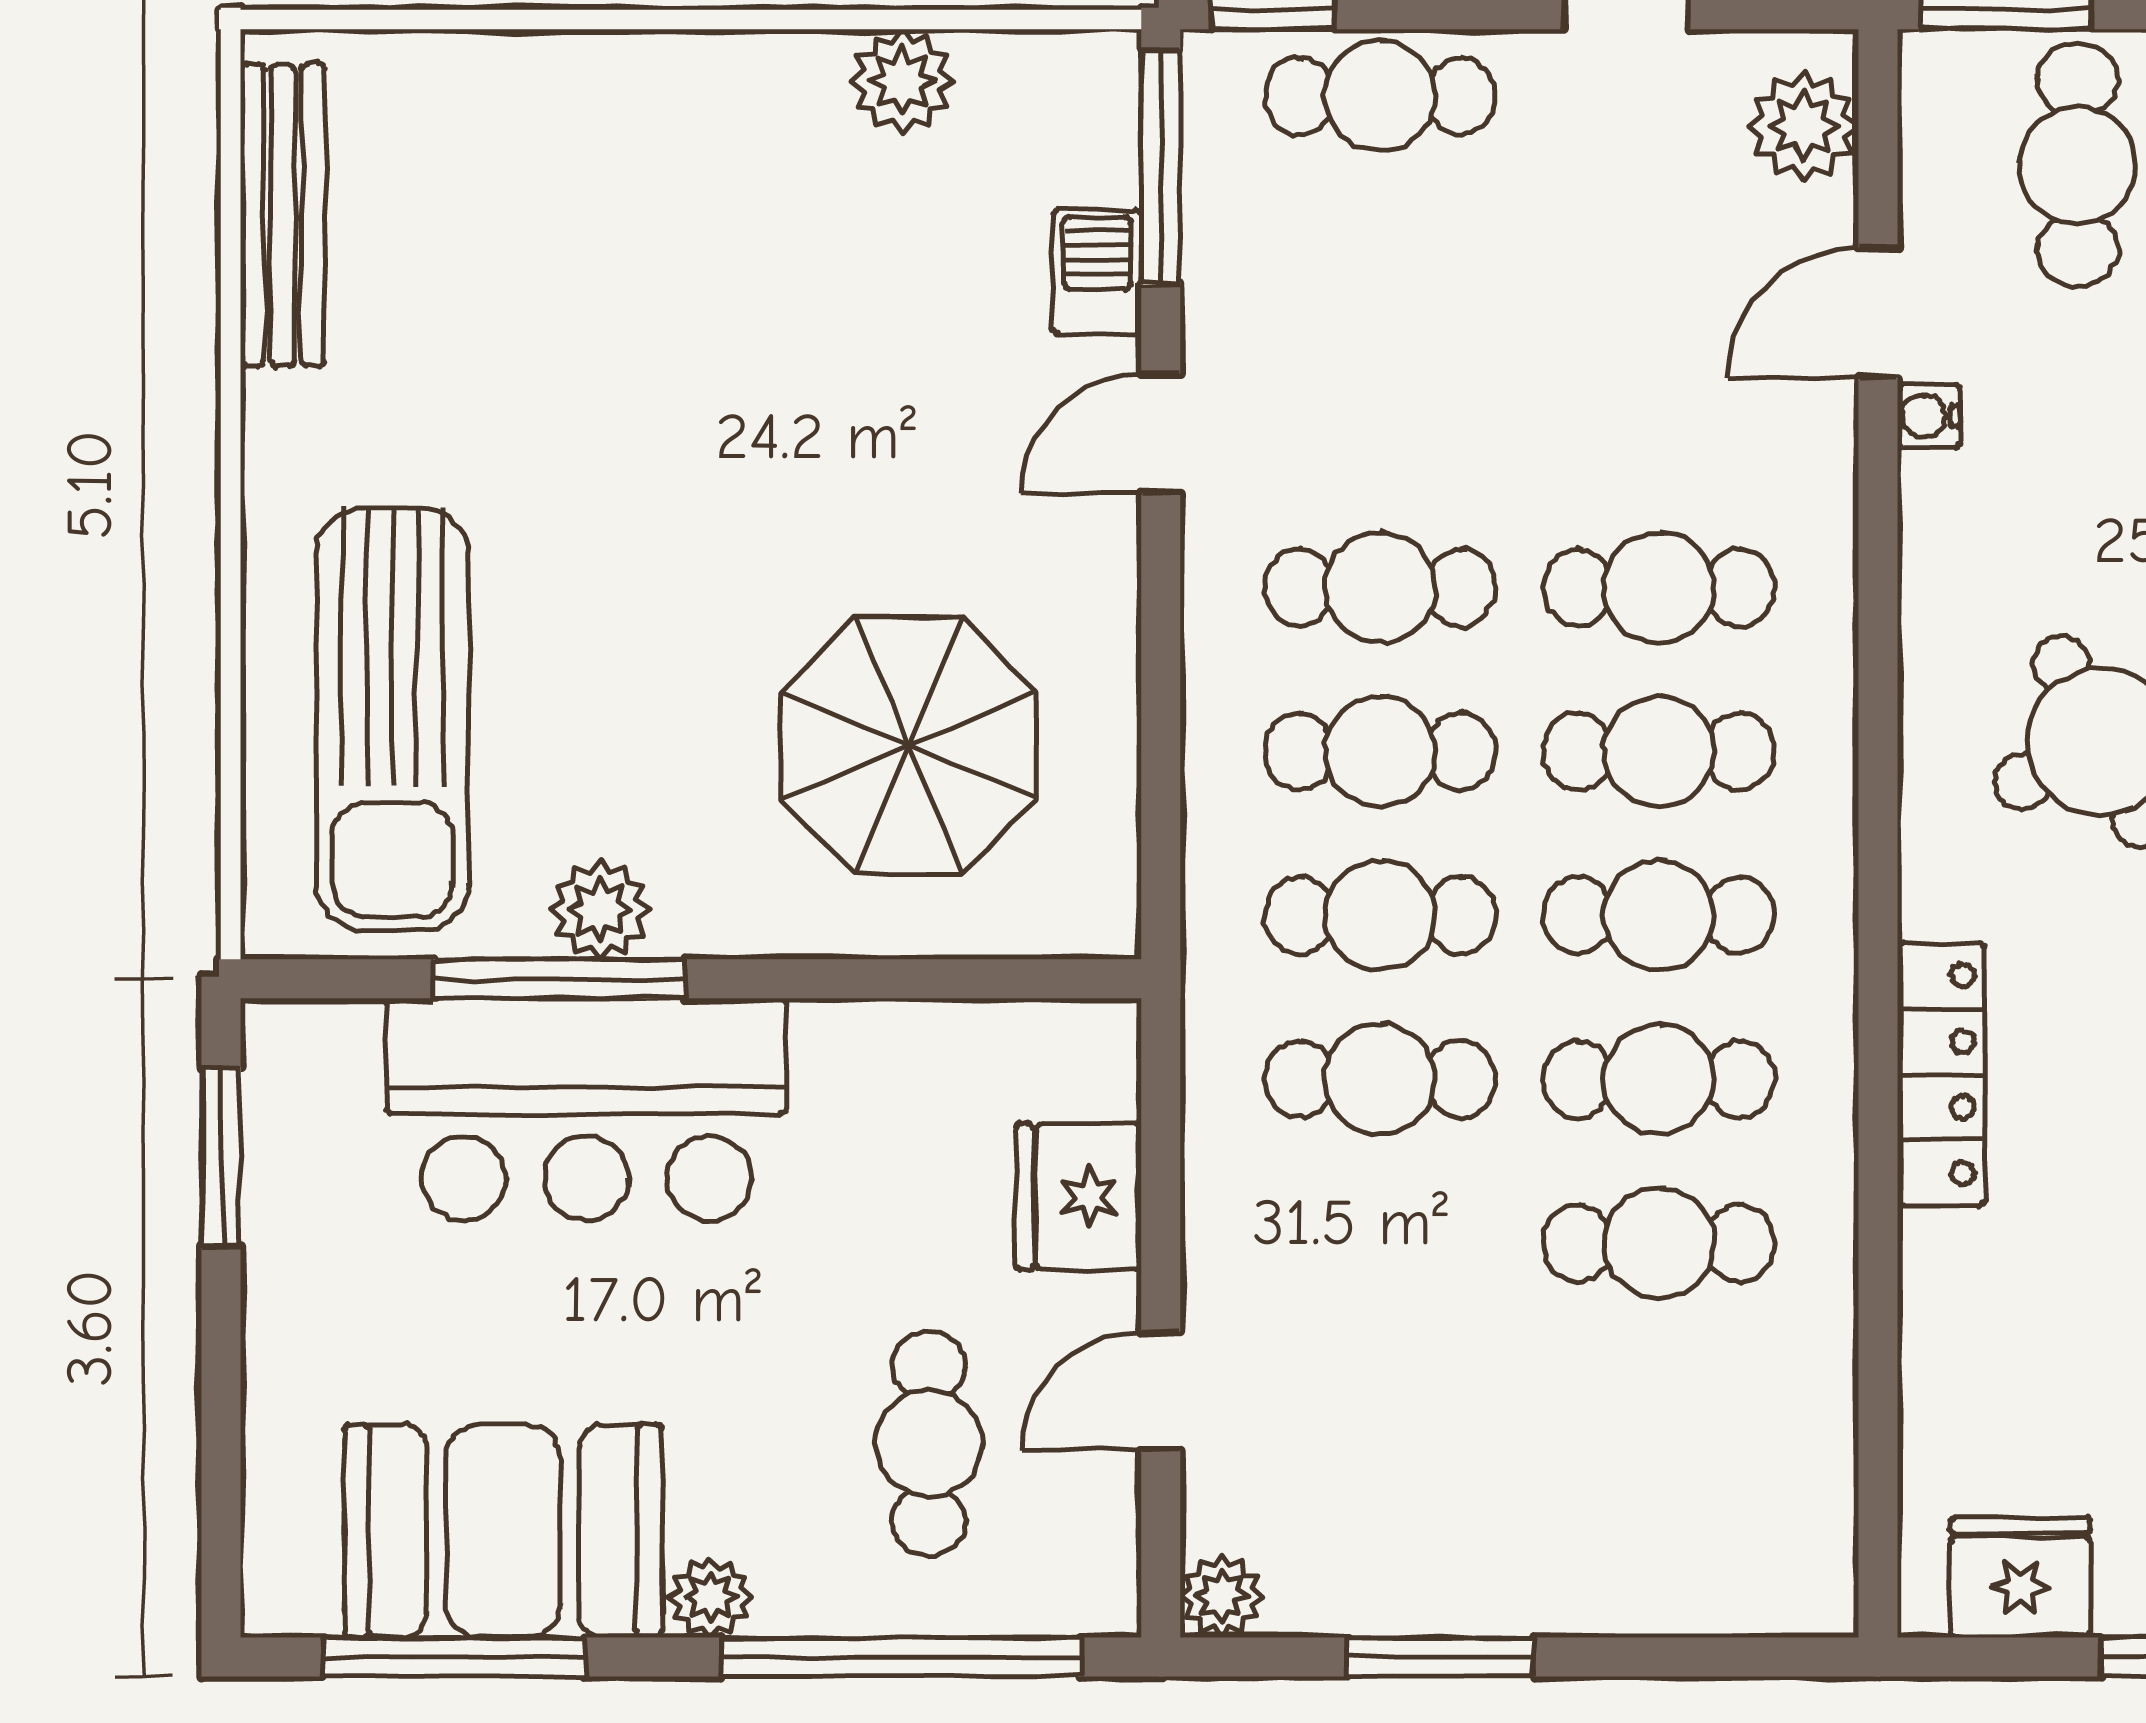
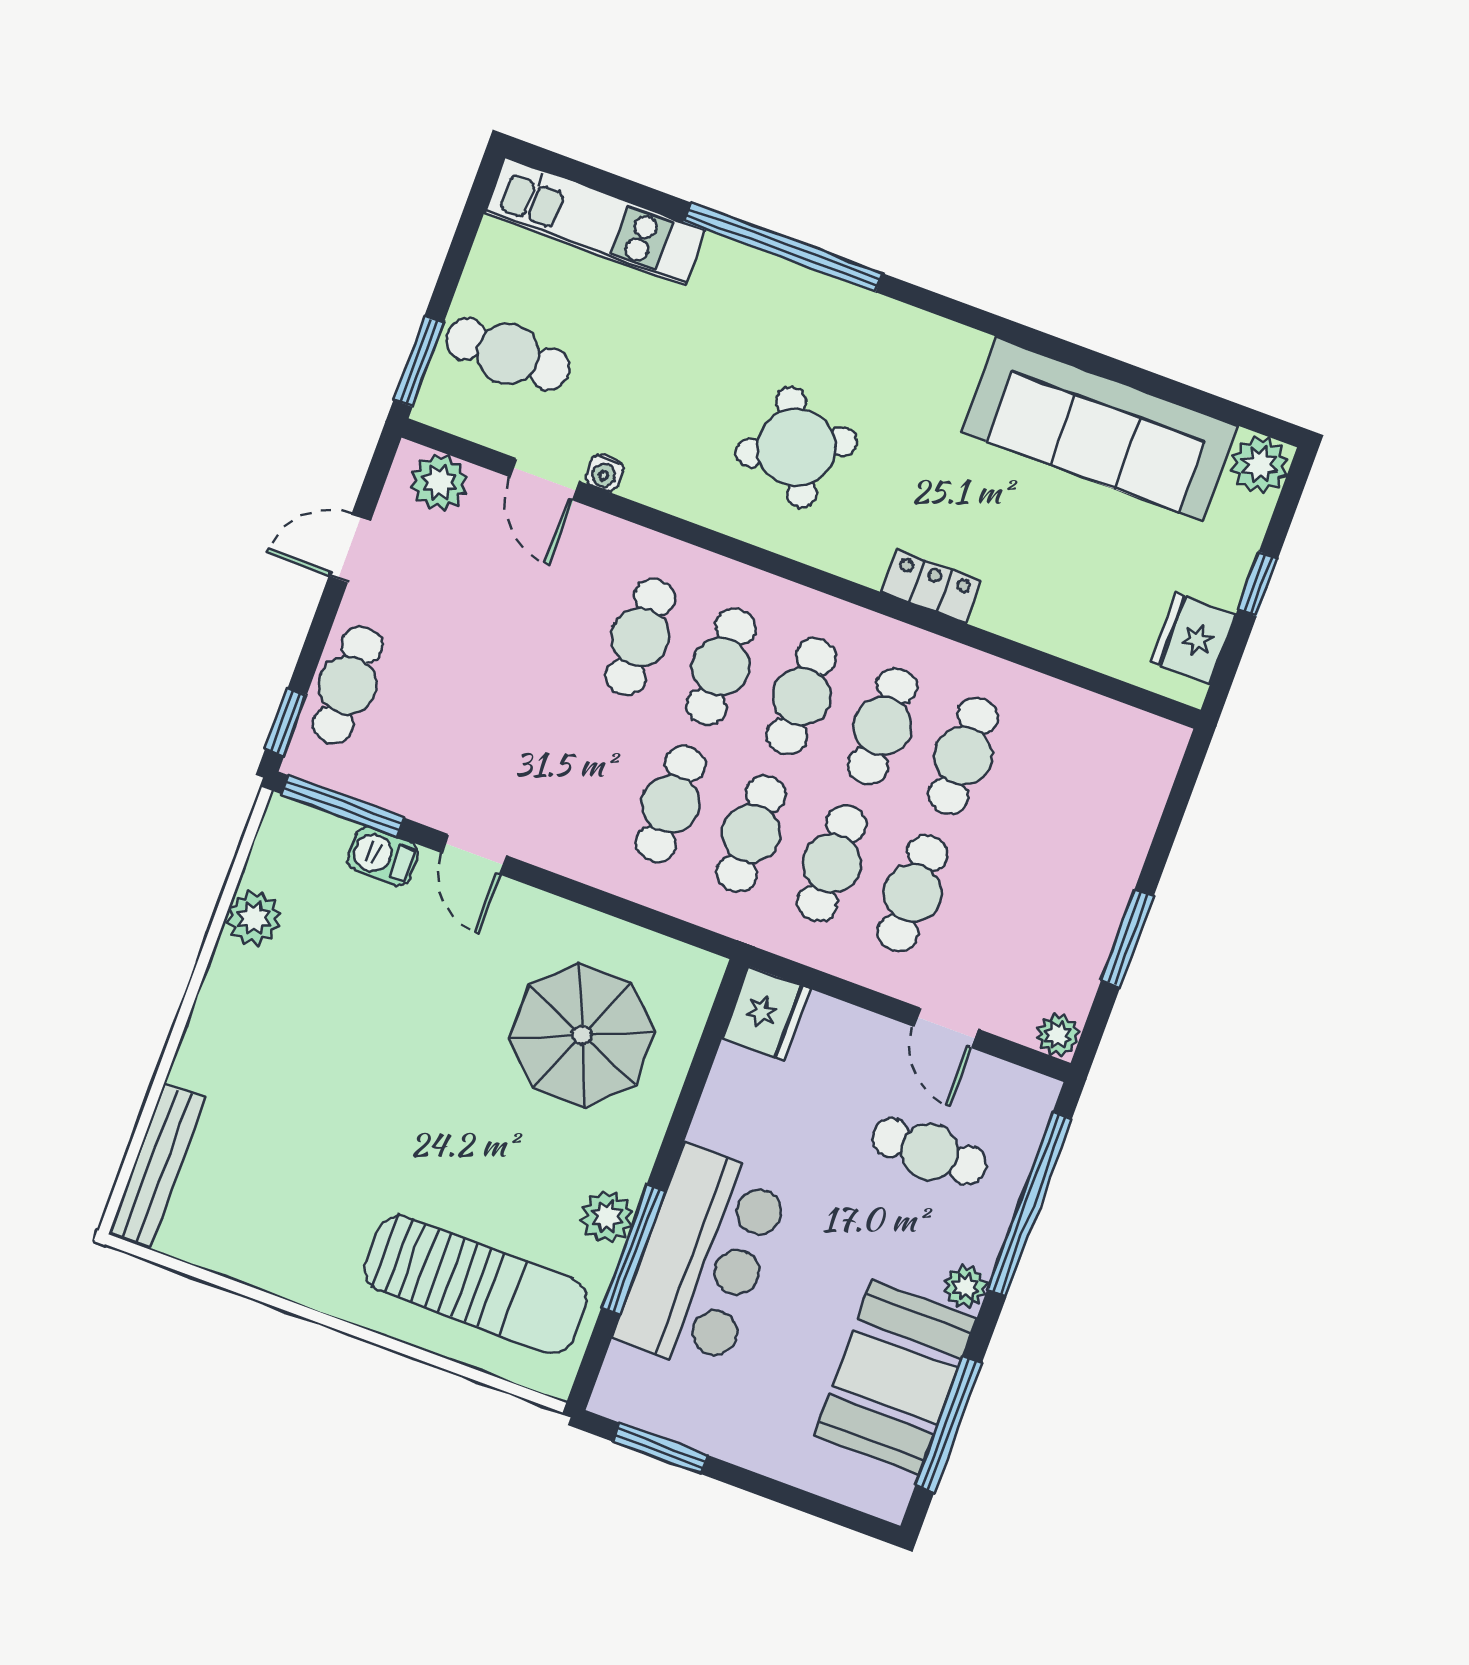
bench: (283, 215) -> (157, 1166), moved, turned 90
cafe table: (1380, 588) -> (913, 893), moved
locker: (1941, 1074) -> (931, 586), width x0.66
fridge: (1079, 1197) -> (766, 1013), moved, turned -90

